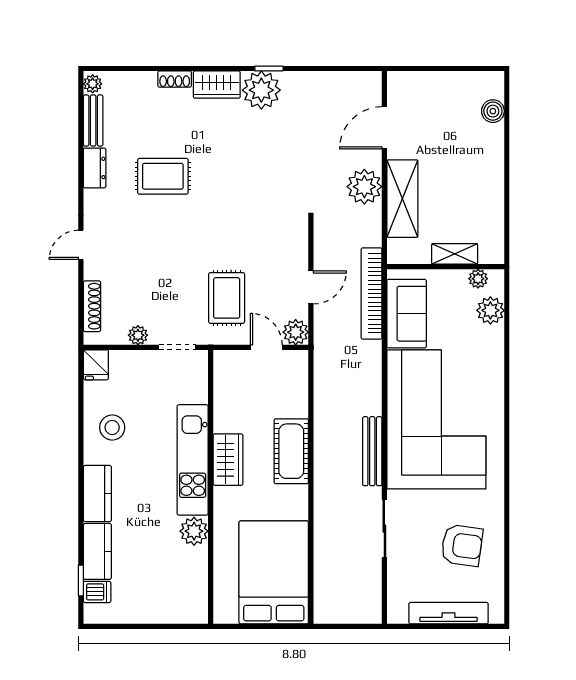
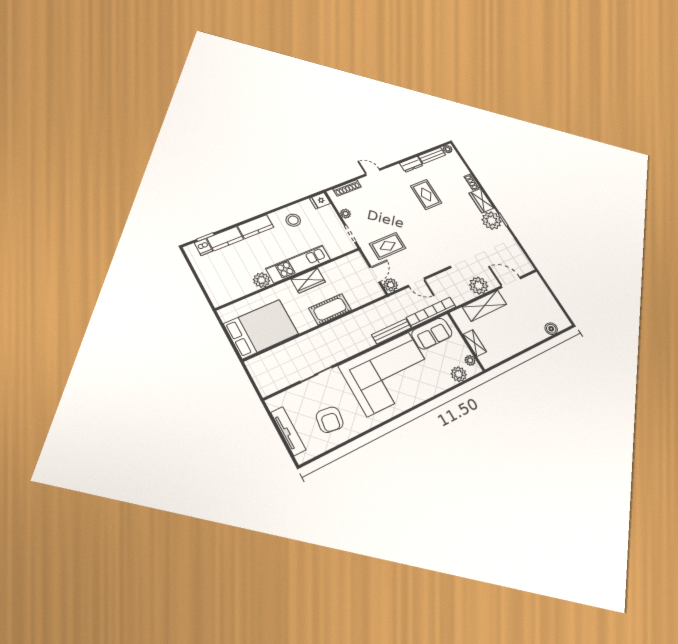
bench: (372, 451) -> (391, 331), moved

